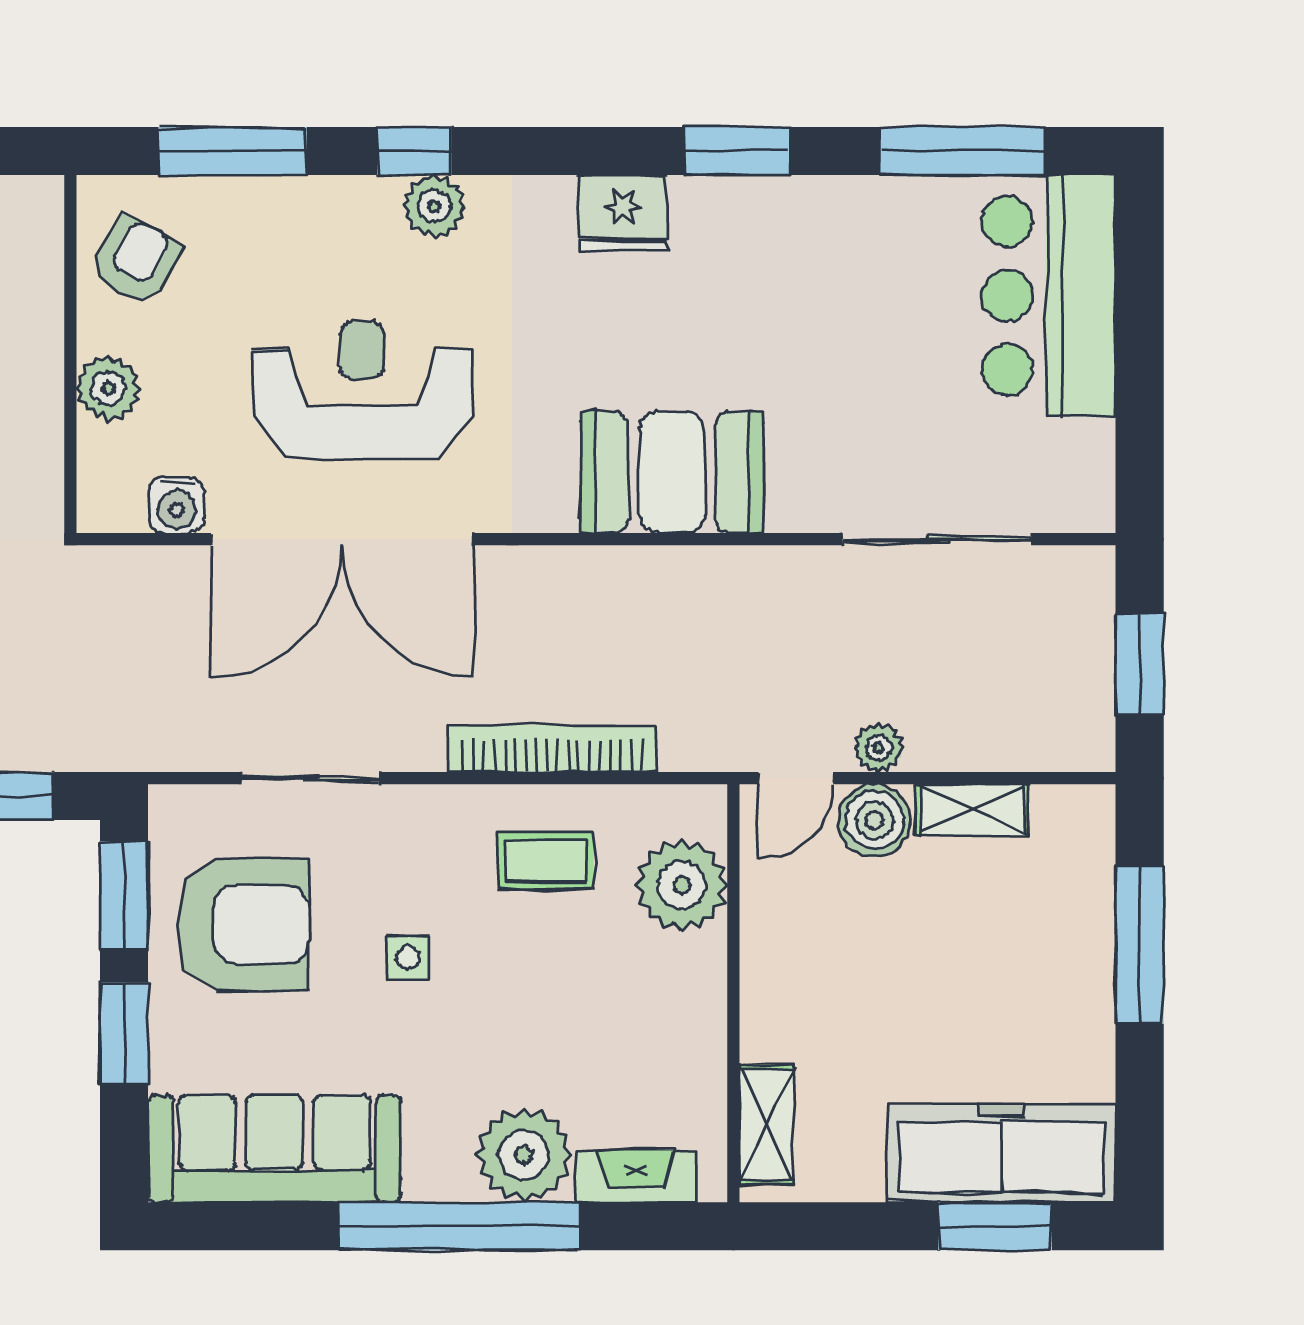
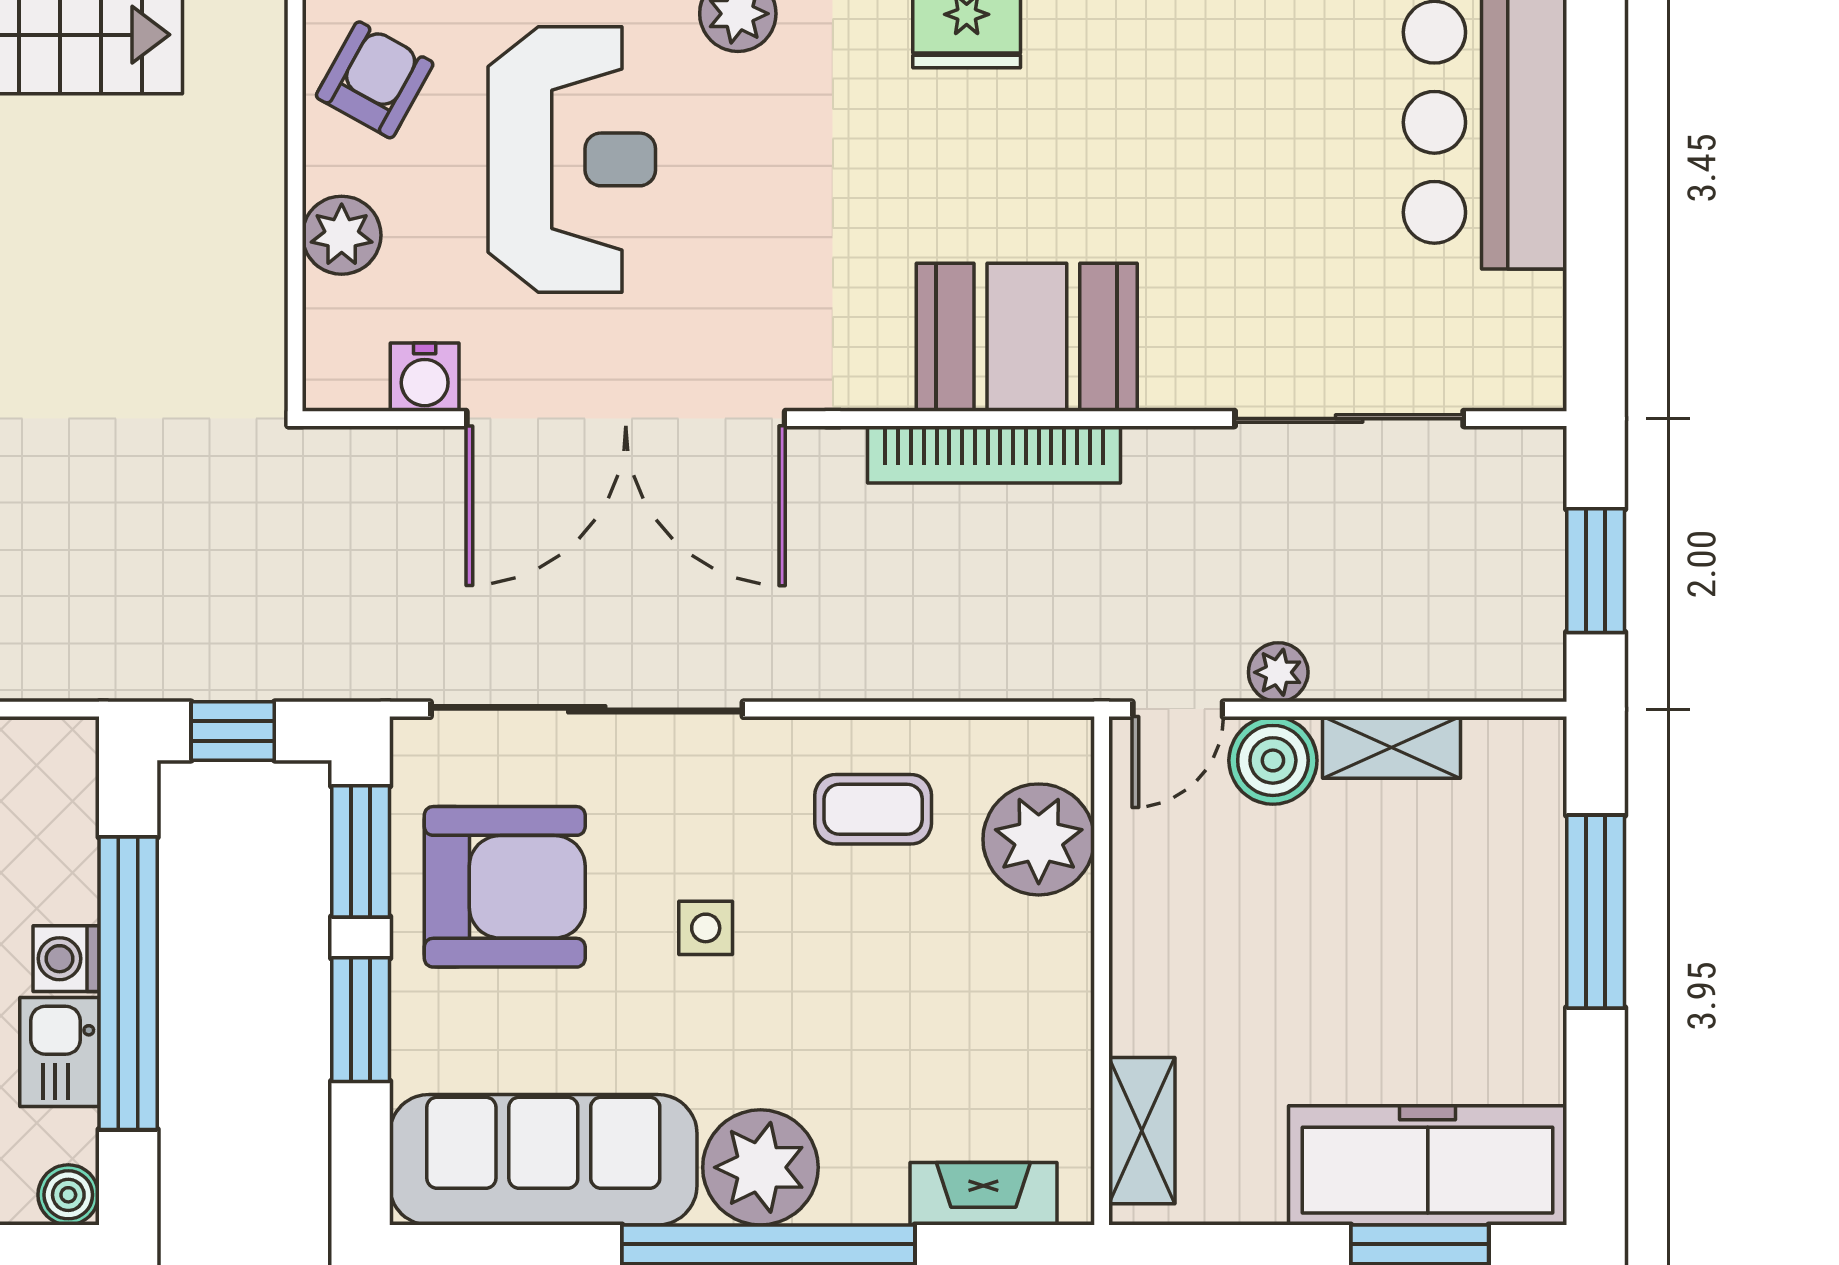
reception desk: (362, 390) -> (572, 159), moved, turned 90
bookcase: (552, 749) -> (994, 455), moved, turned 180
sliding door: (310, 778) -> (587, 709), width x1.86
plant: (524, 1155) -> (760, 1167), moved

